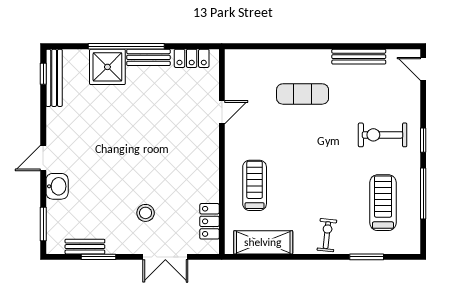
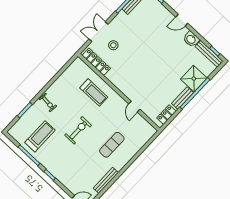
exercise bike: (383, 135) -> (78, 130), moved
door: (43, 158) -> (182, 20), swing flipped
washbasin: (57, 186) -> (191, 39), moved
treadmill: (383, 203) -> (40, 136), turned -90
stool: (146, 213) -> (113, 45), moved
locker: (209, 221) -> (96, 62), width x1.53
shelving: (263, 242) -> (68, 75), removed

